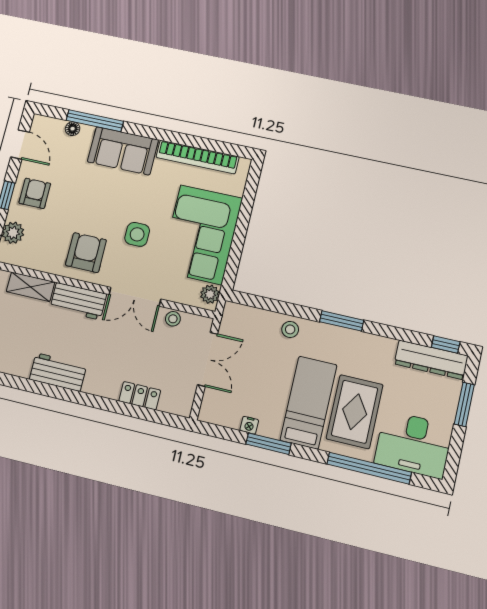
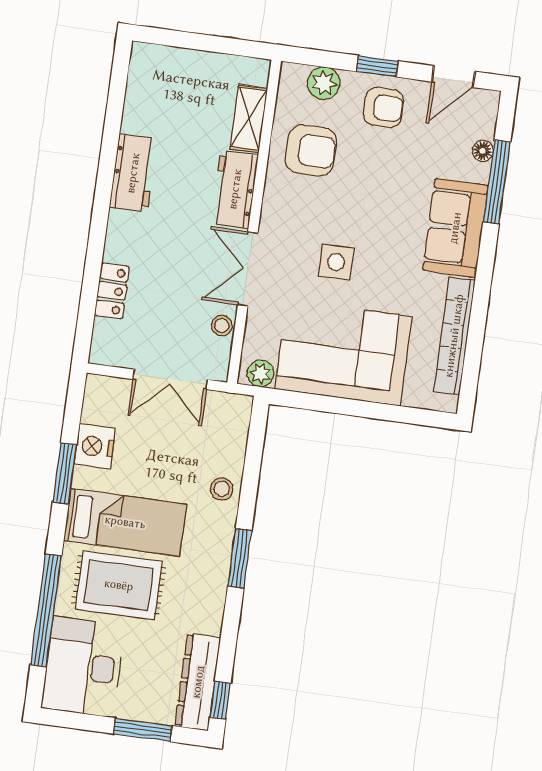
armchair: (86, 253) -> (311, 150), moved
nightstand: (249, 425) -> (95, 446), width x1.89, depth x1.79

